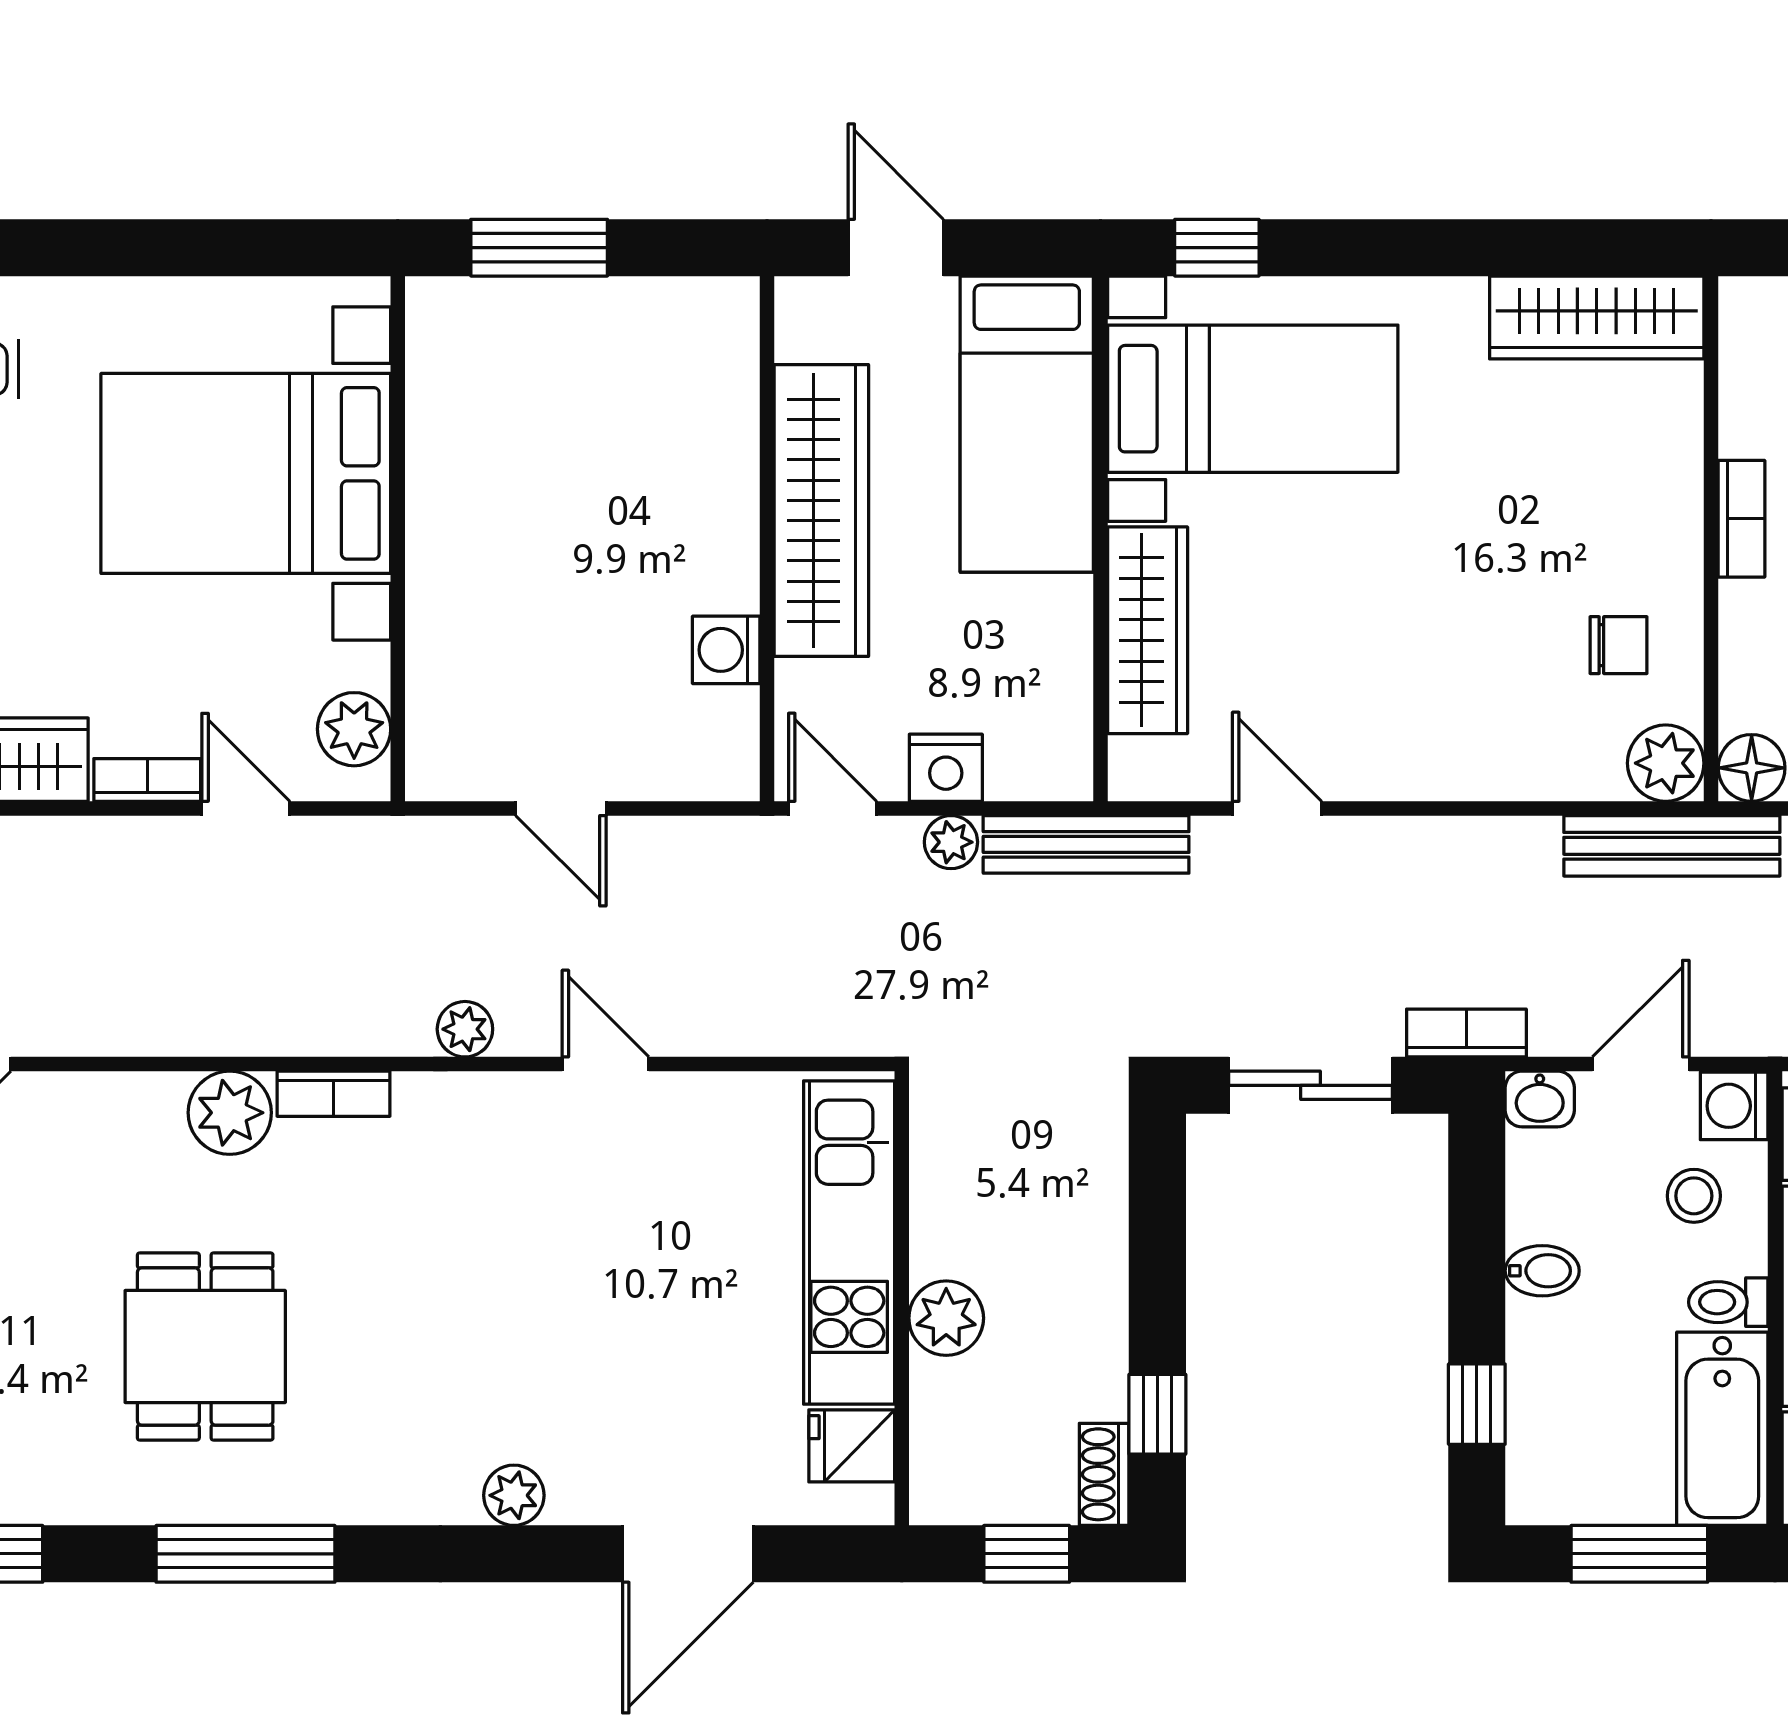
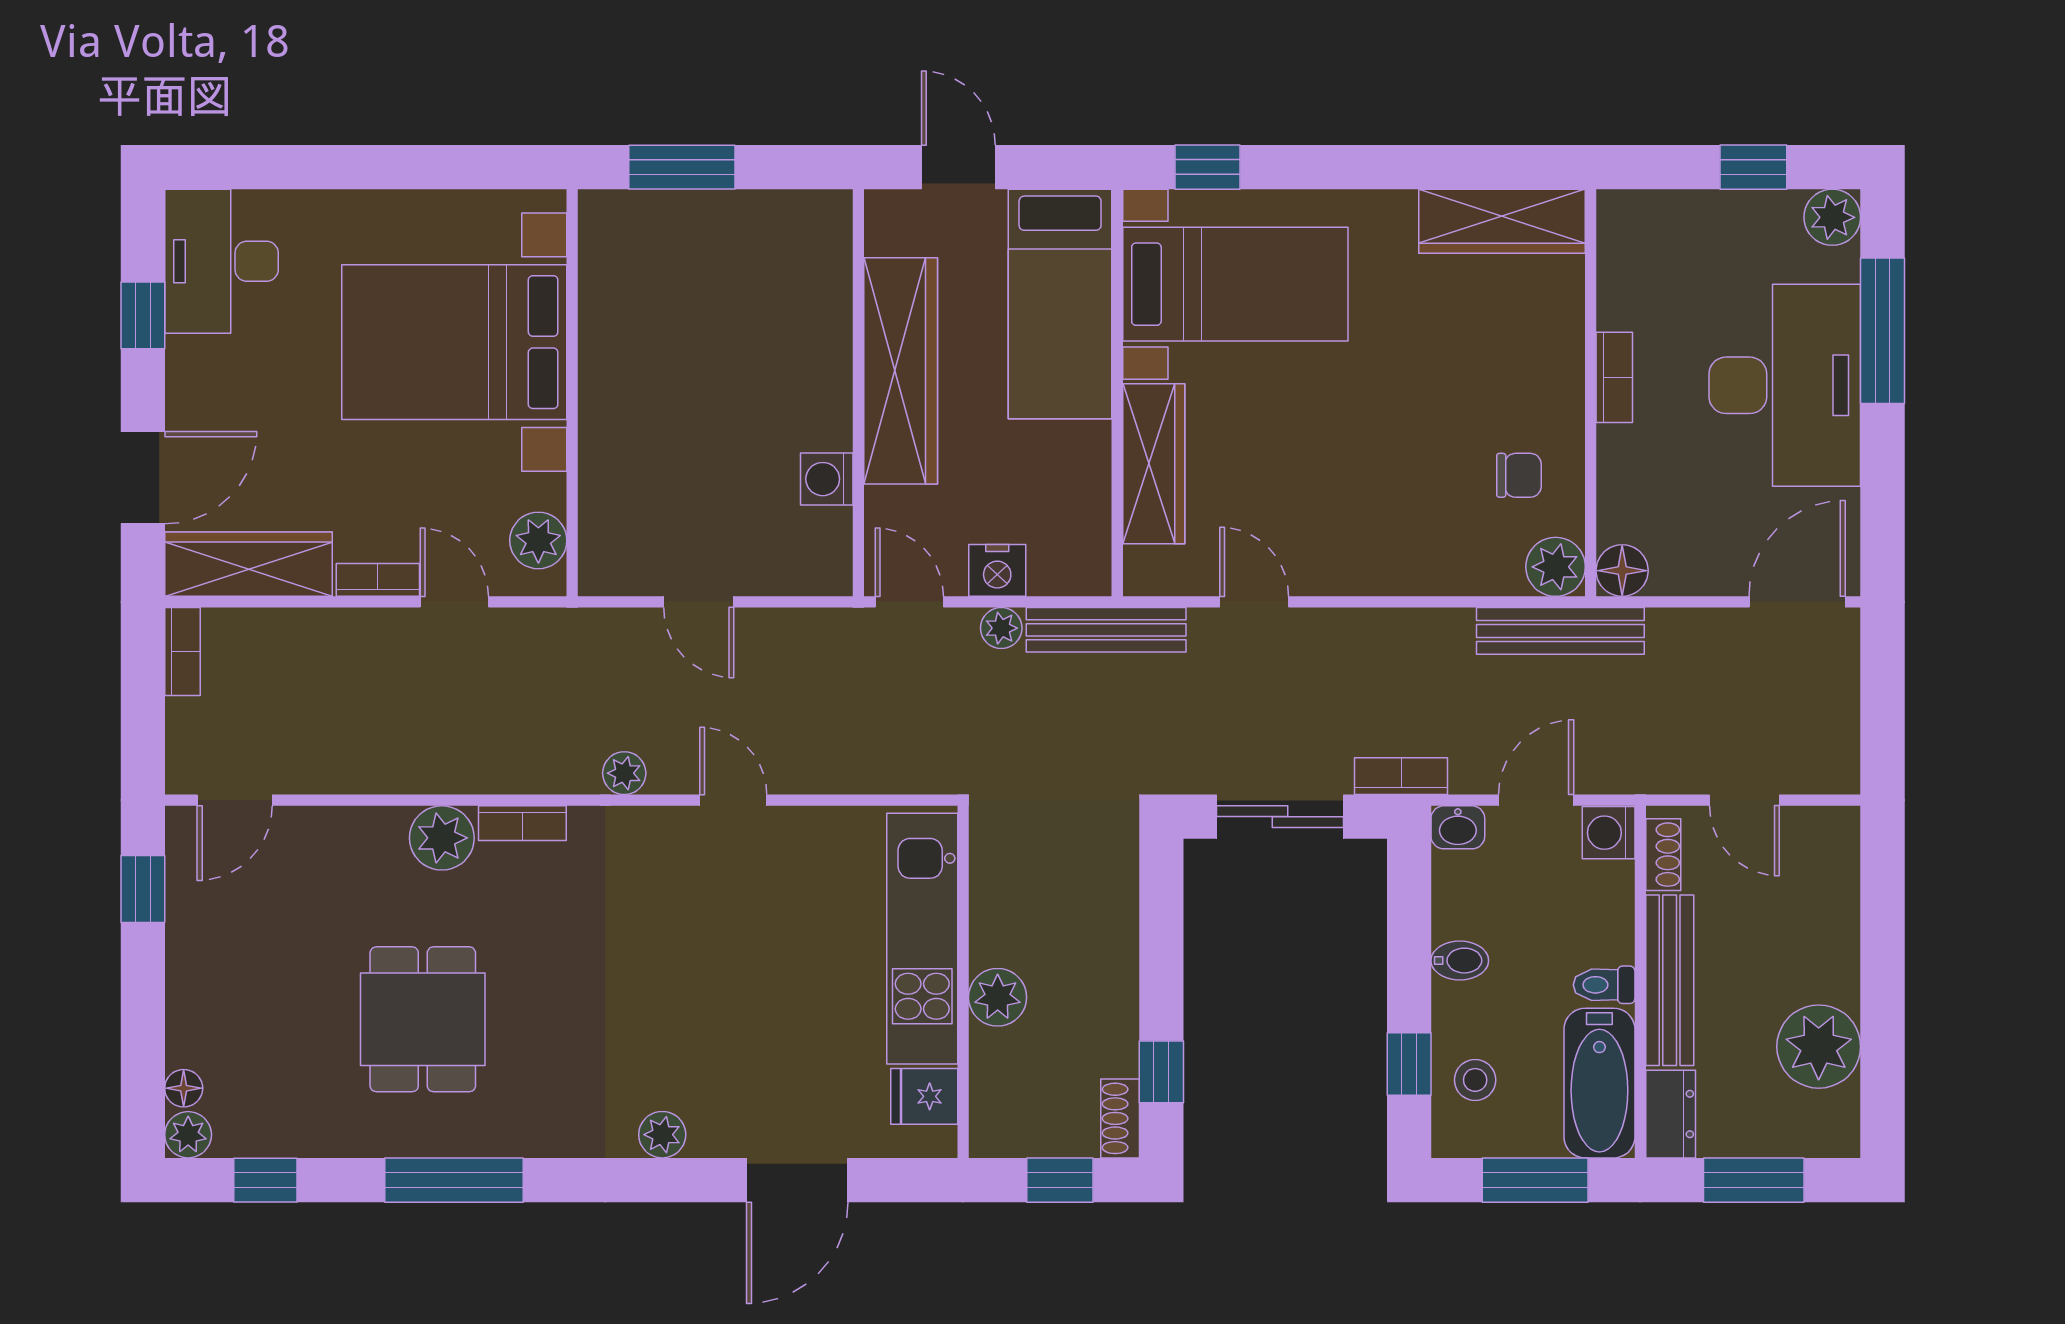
stool: (1694, 1196) -> (1475, 1080), moved

